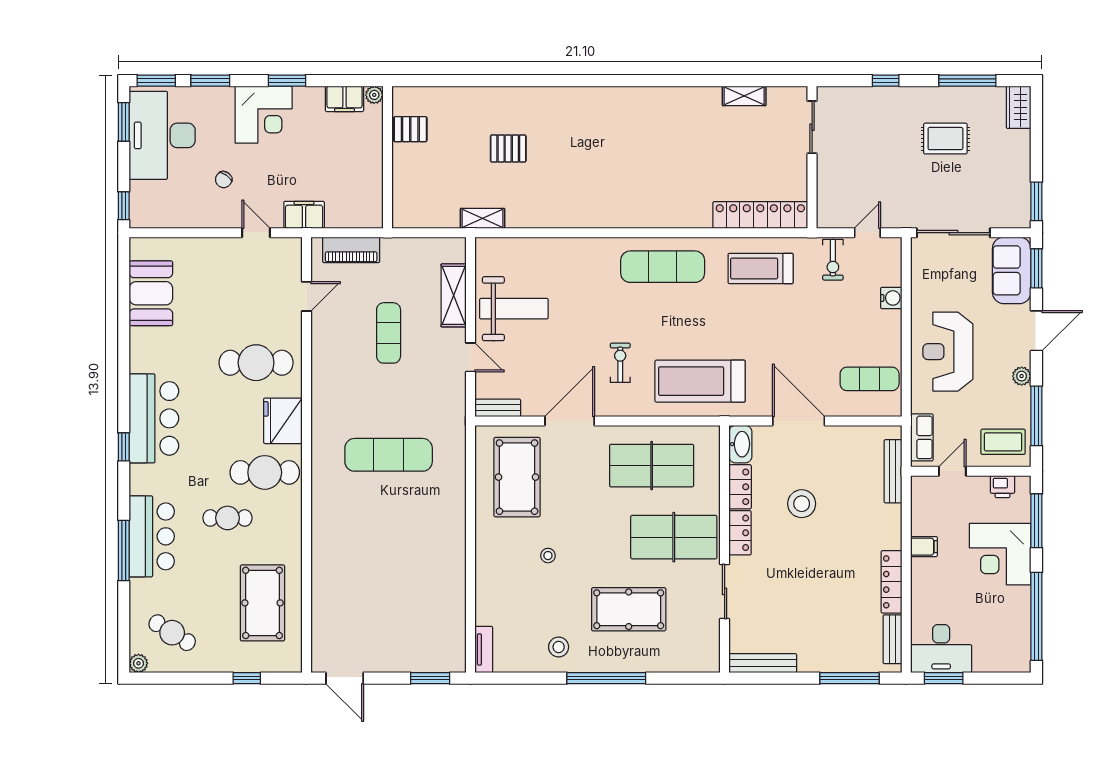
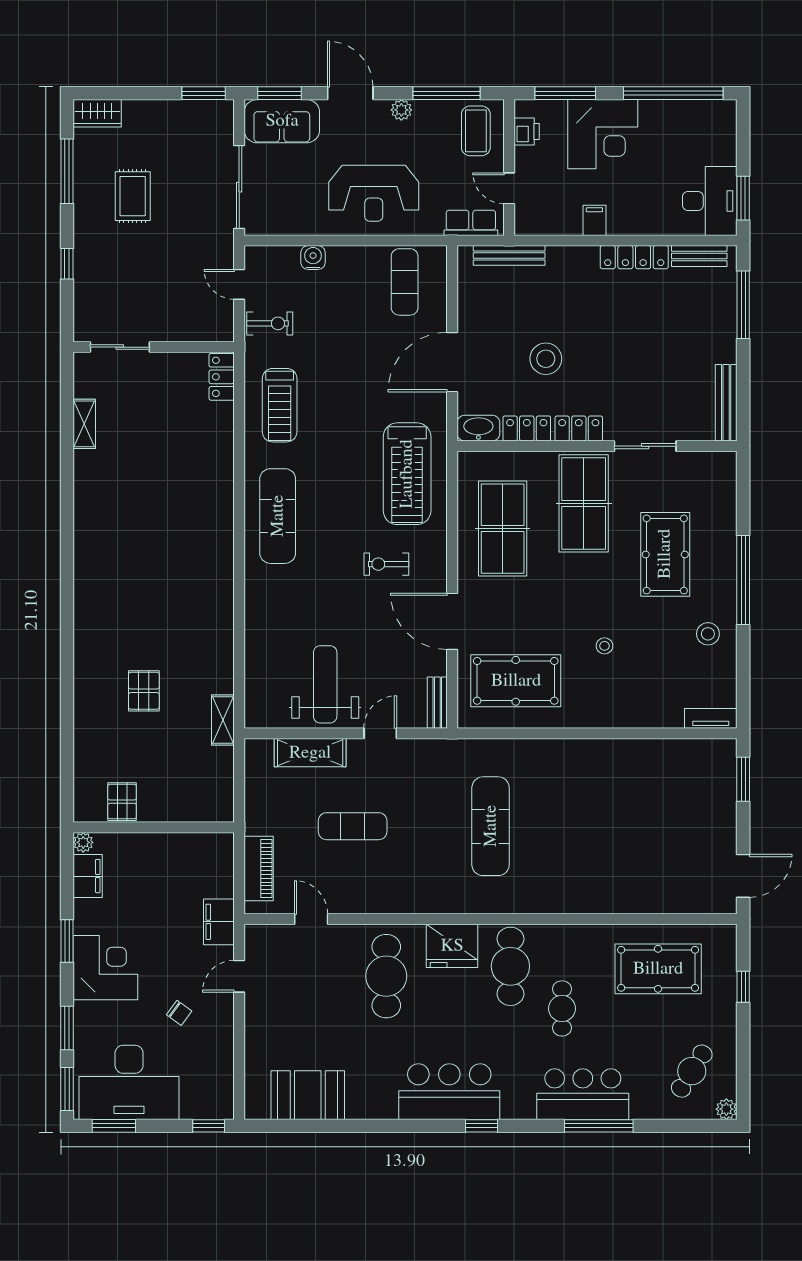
locker: (760, 215) -> (222, 377), width x0.46, depth x0.83

